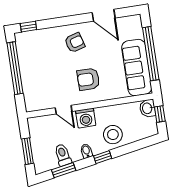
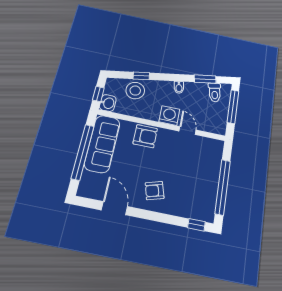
armchair: (88, 79) -> (145, 136), moved
stool: (113, 135) -> (135, 91), moved
window: (28, 151) -> (233, 107), width x1.44
toilet: (63, 155) -> (215, 92), moved
window: (103, 157) -> (141, 76), moved

